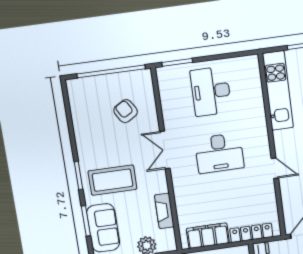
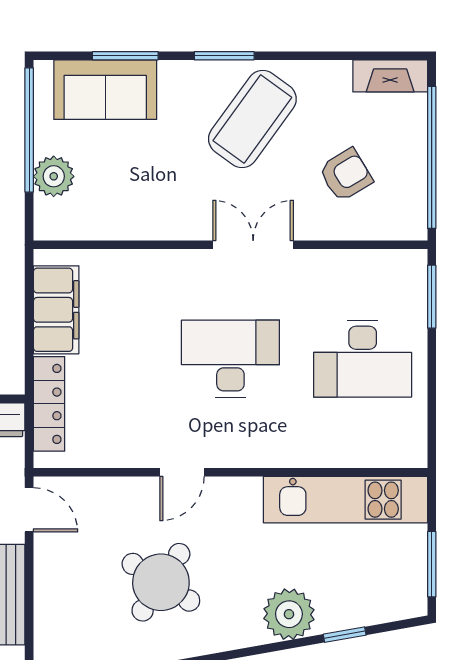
desk: (211, 91) -> (363, 359), turned 180
desk: (219, 153) -> (230, 359), turned 90
coffee table: (113, 180) -> (252, 119), moved, turned 36
fireplace: (164, 211) -> (390, 76), moved, turned 180

